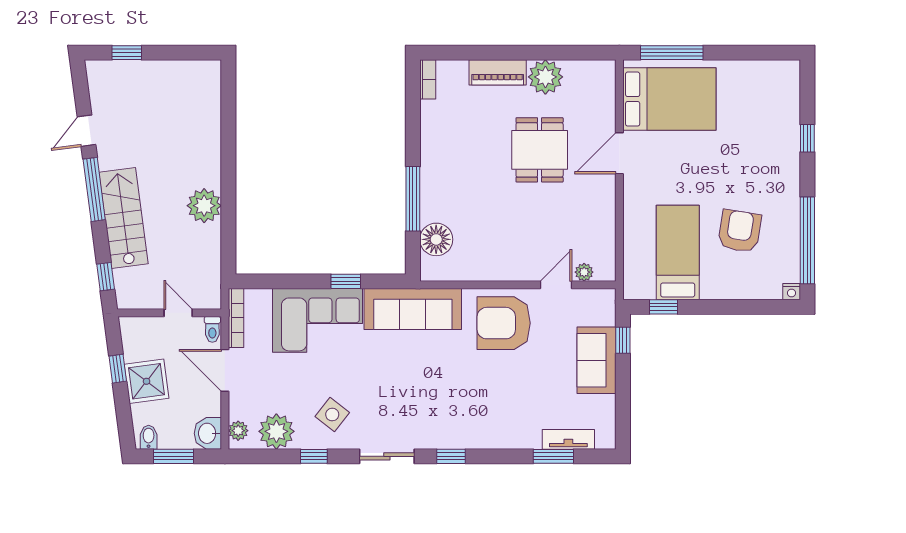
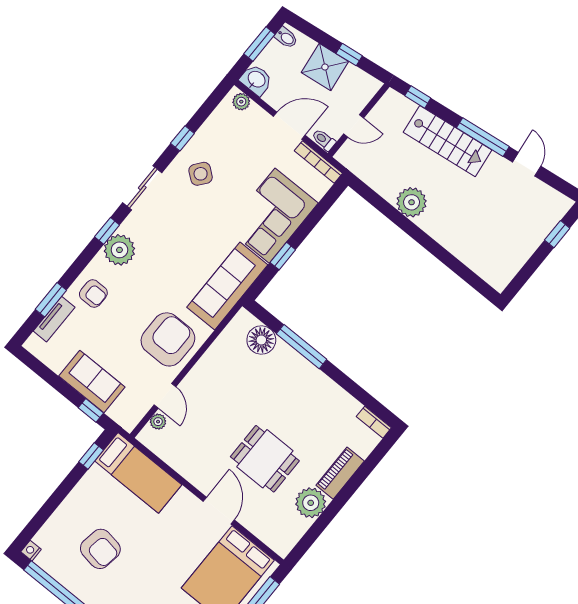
bed: (678, 253) -> (138, 473), moved
armchair: (517, 423) -> (93, 294), added
plant: (276, 431) -> (119, 250), moved

